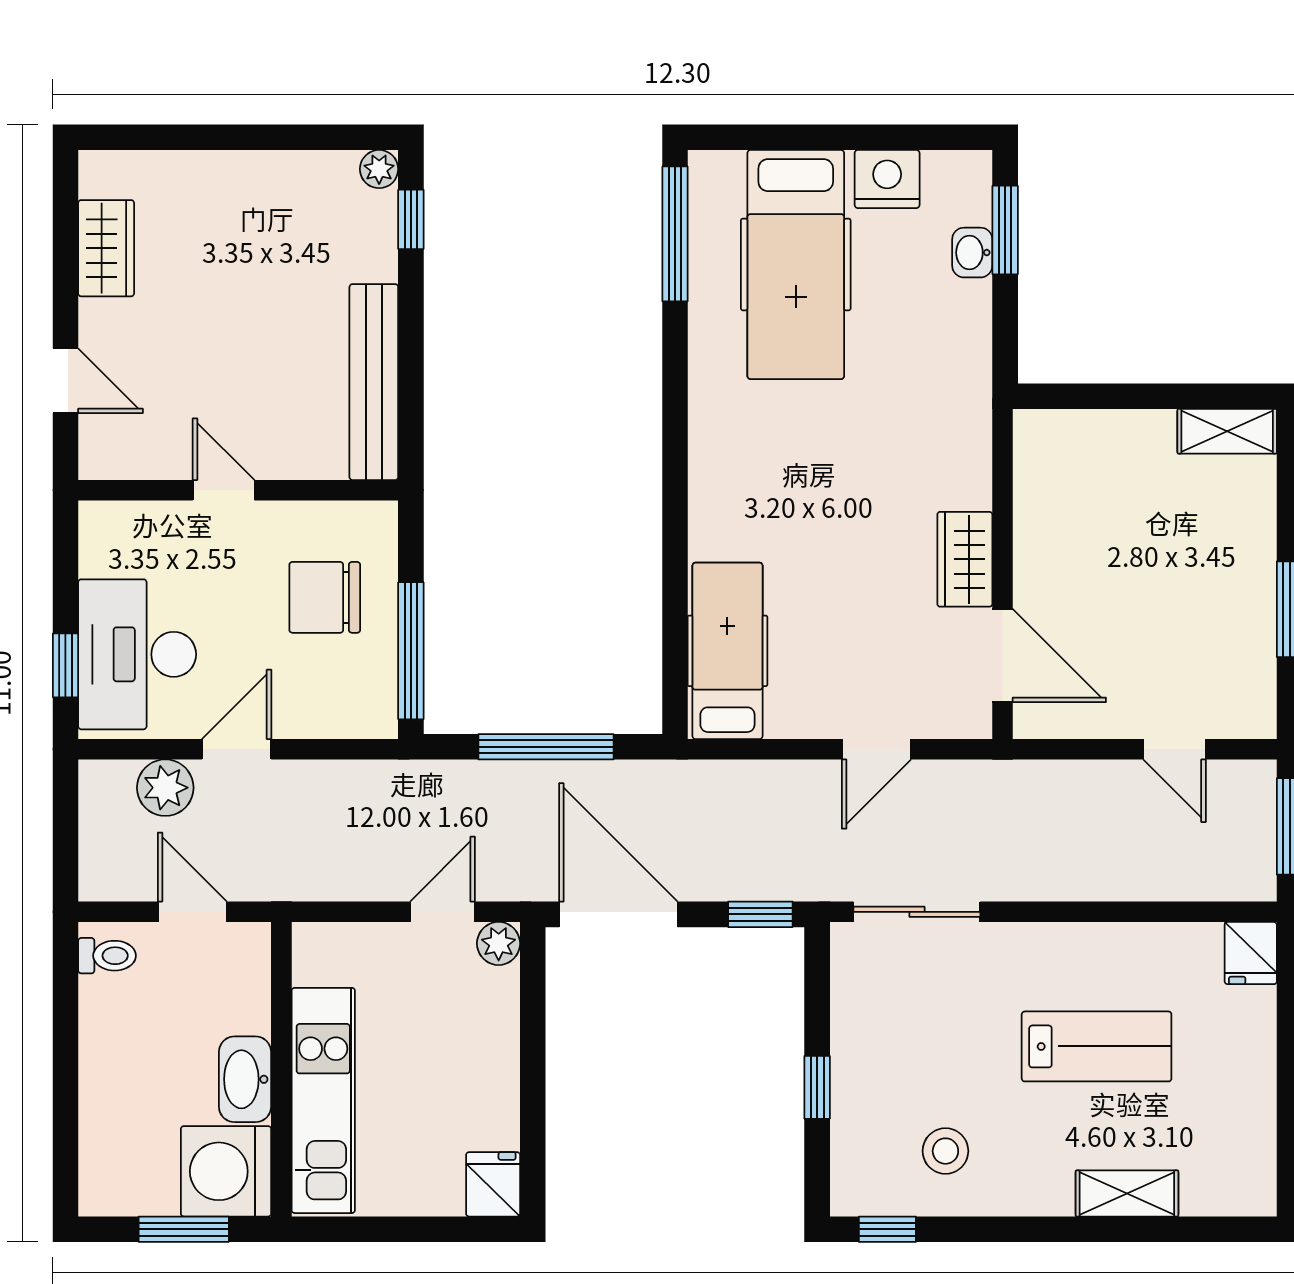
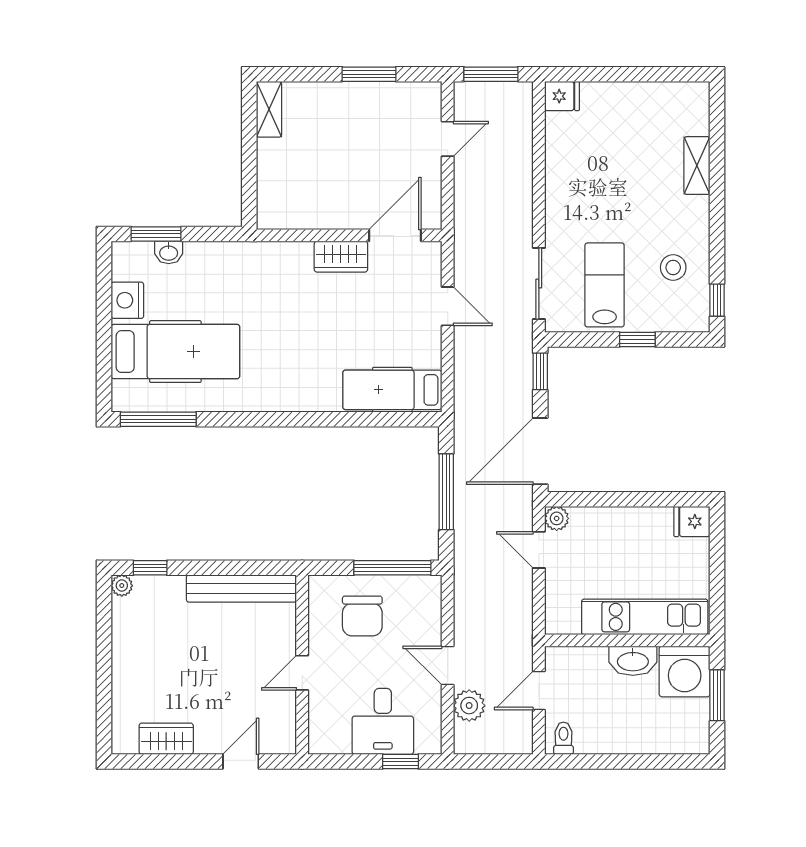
desk: (137, 654) -> (383, 721), width x0.73
lab bench: (1097, 1046) -> (605, 285), moved

